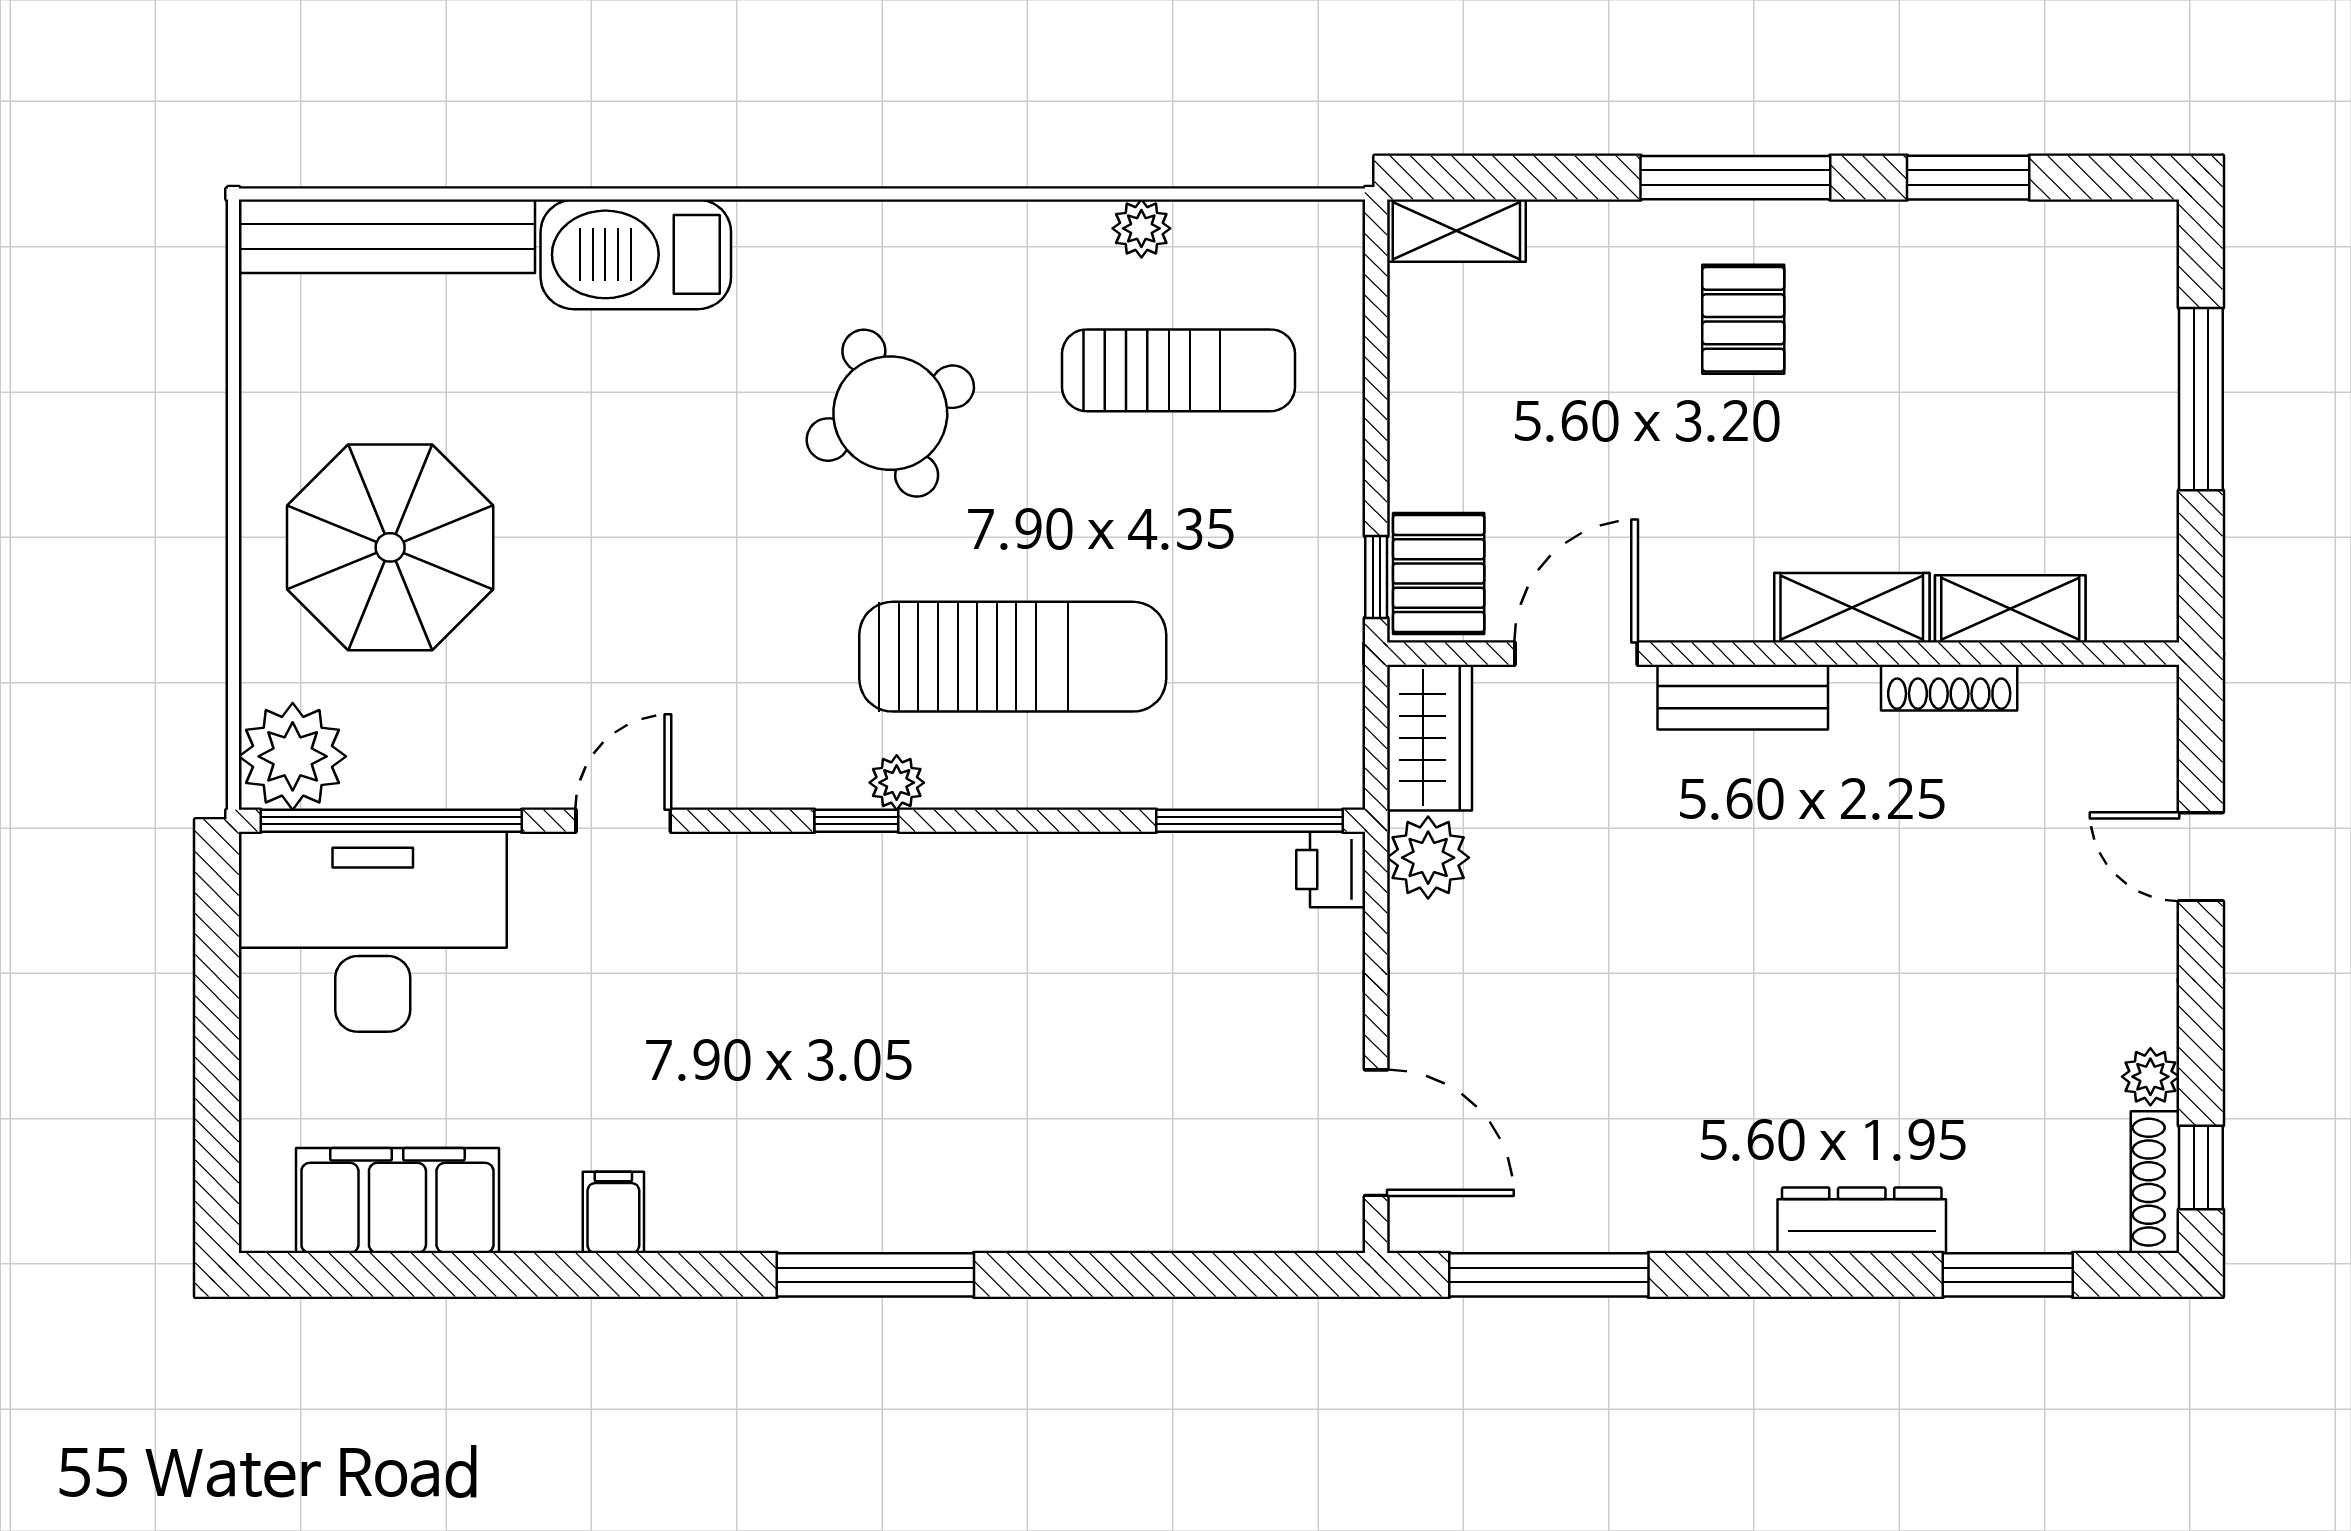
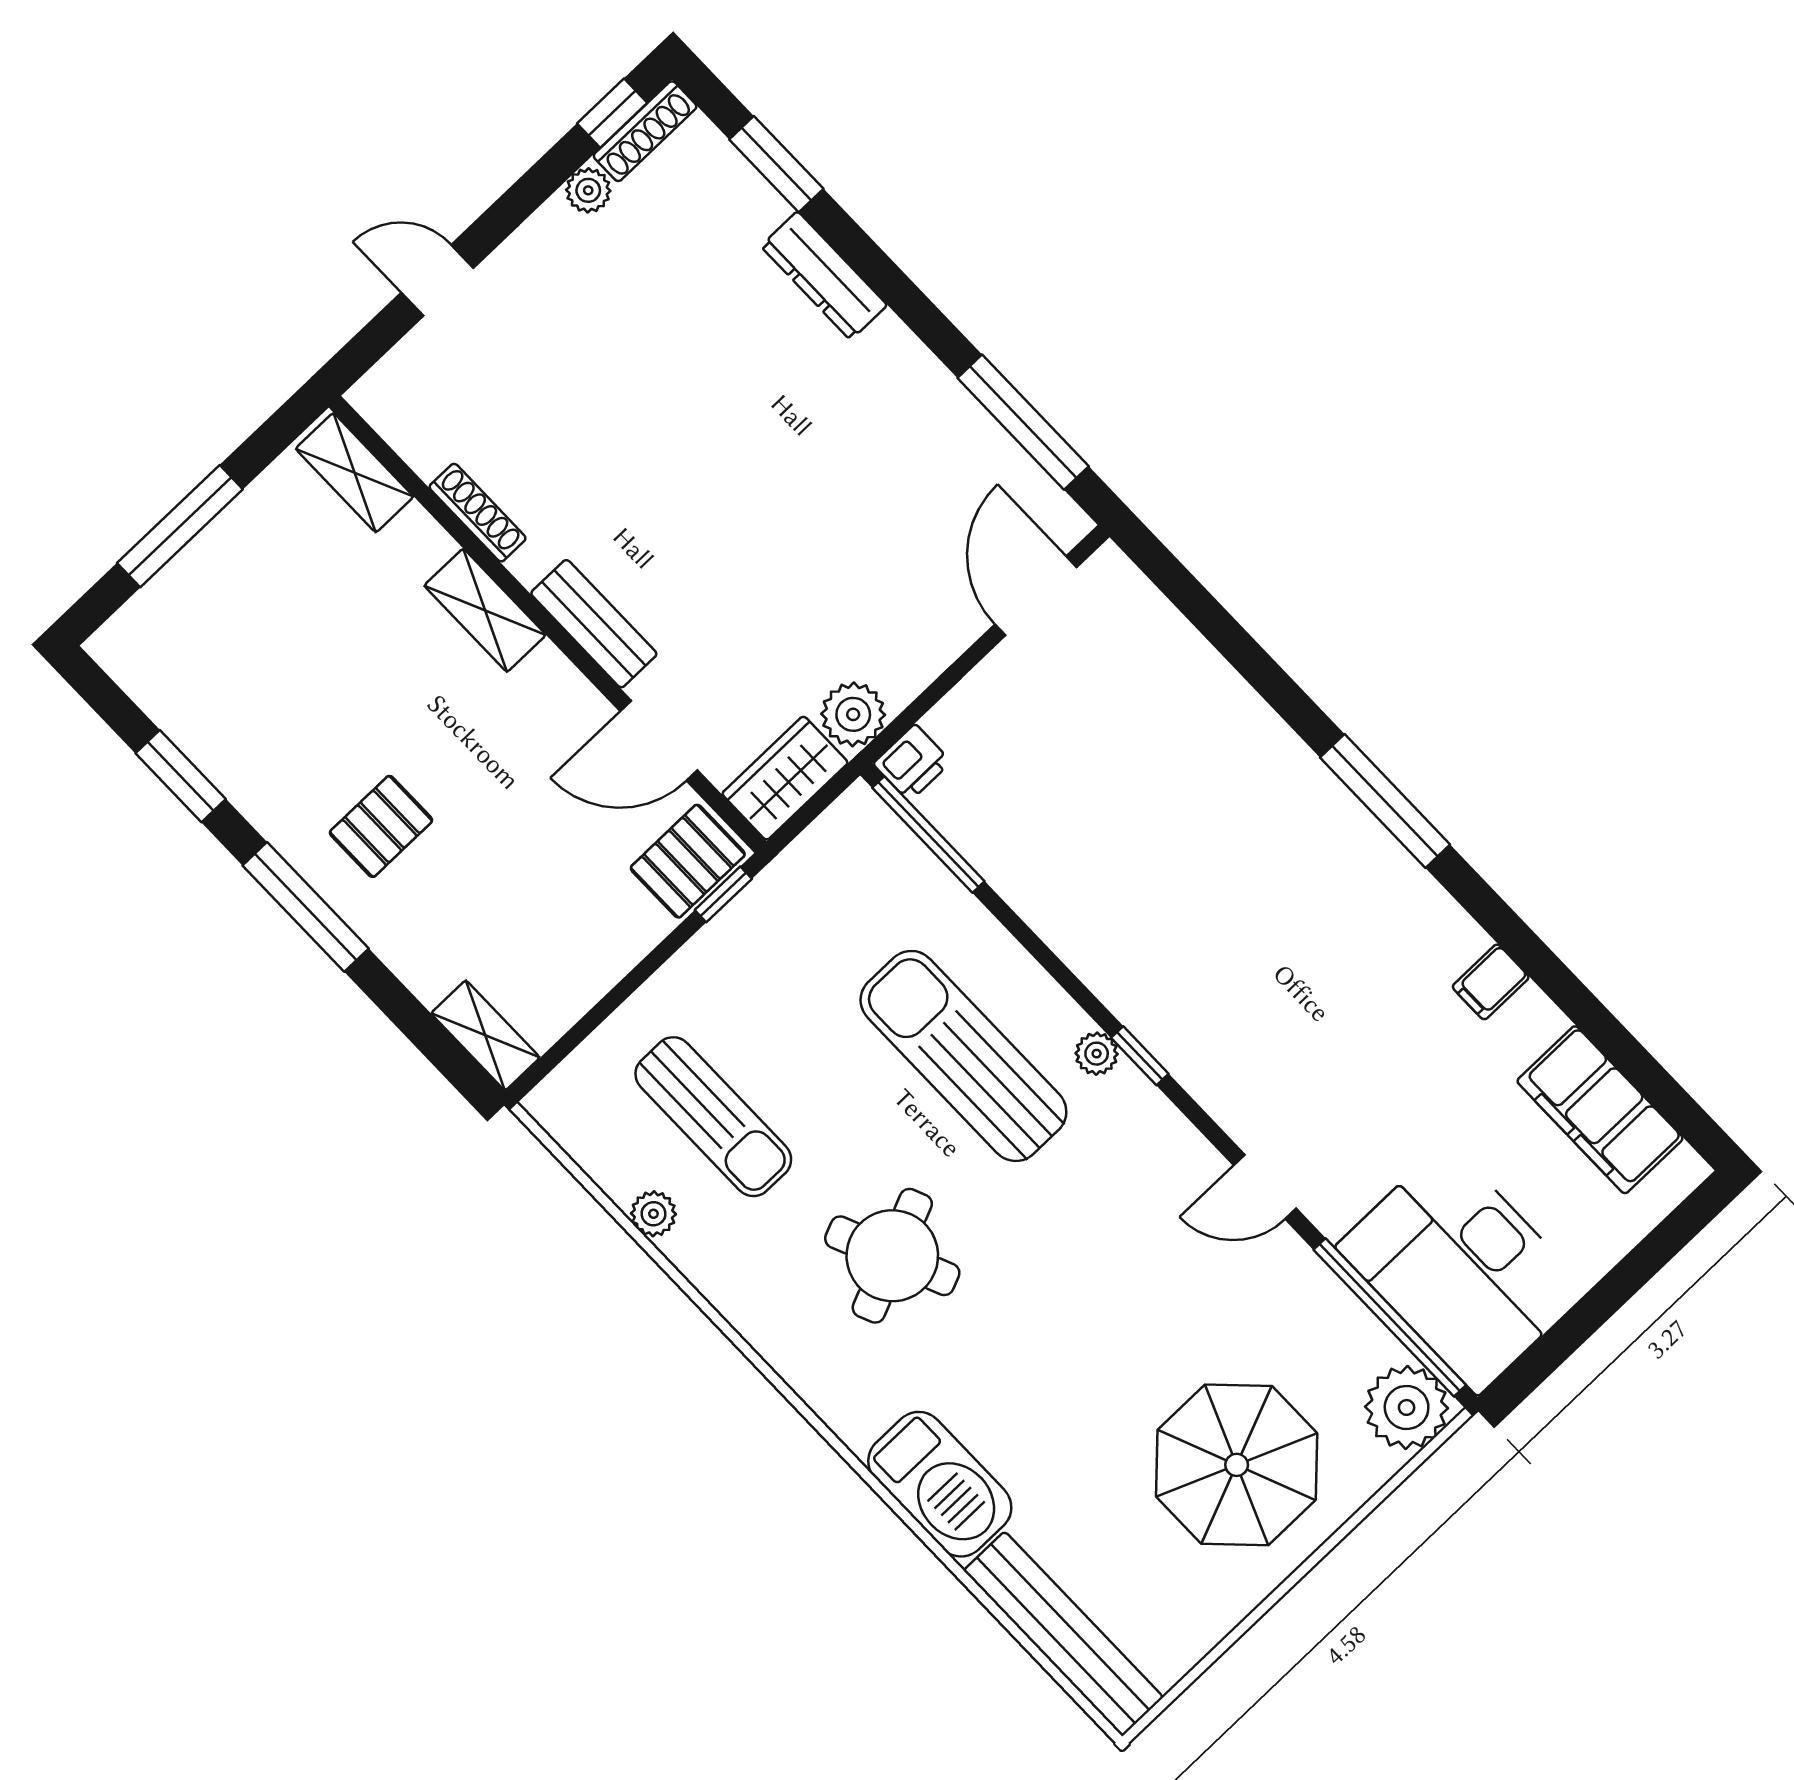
sun lounger: (1178, 370) -> (713, 1117), turned 180
shelving: (2010, 609) -> (355, 473), moved
door: (2201, 857) -> (437, 280), swing flipped

